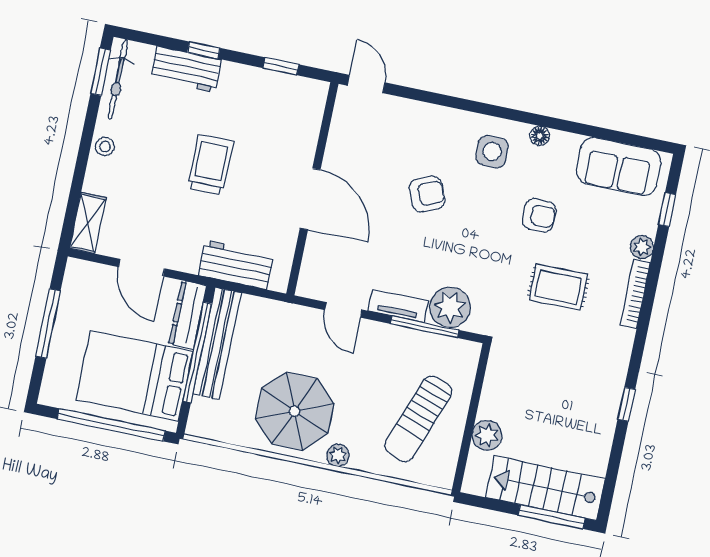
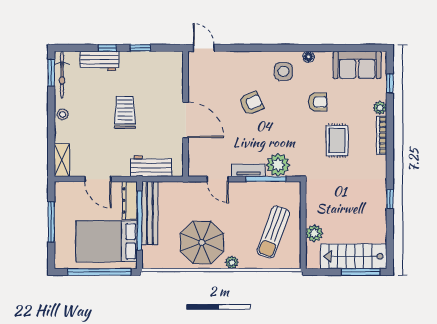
window: (281, 66) -> (140, 48), moved
rug: (558, 287) -> (337, 141), turned 90

